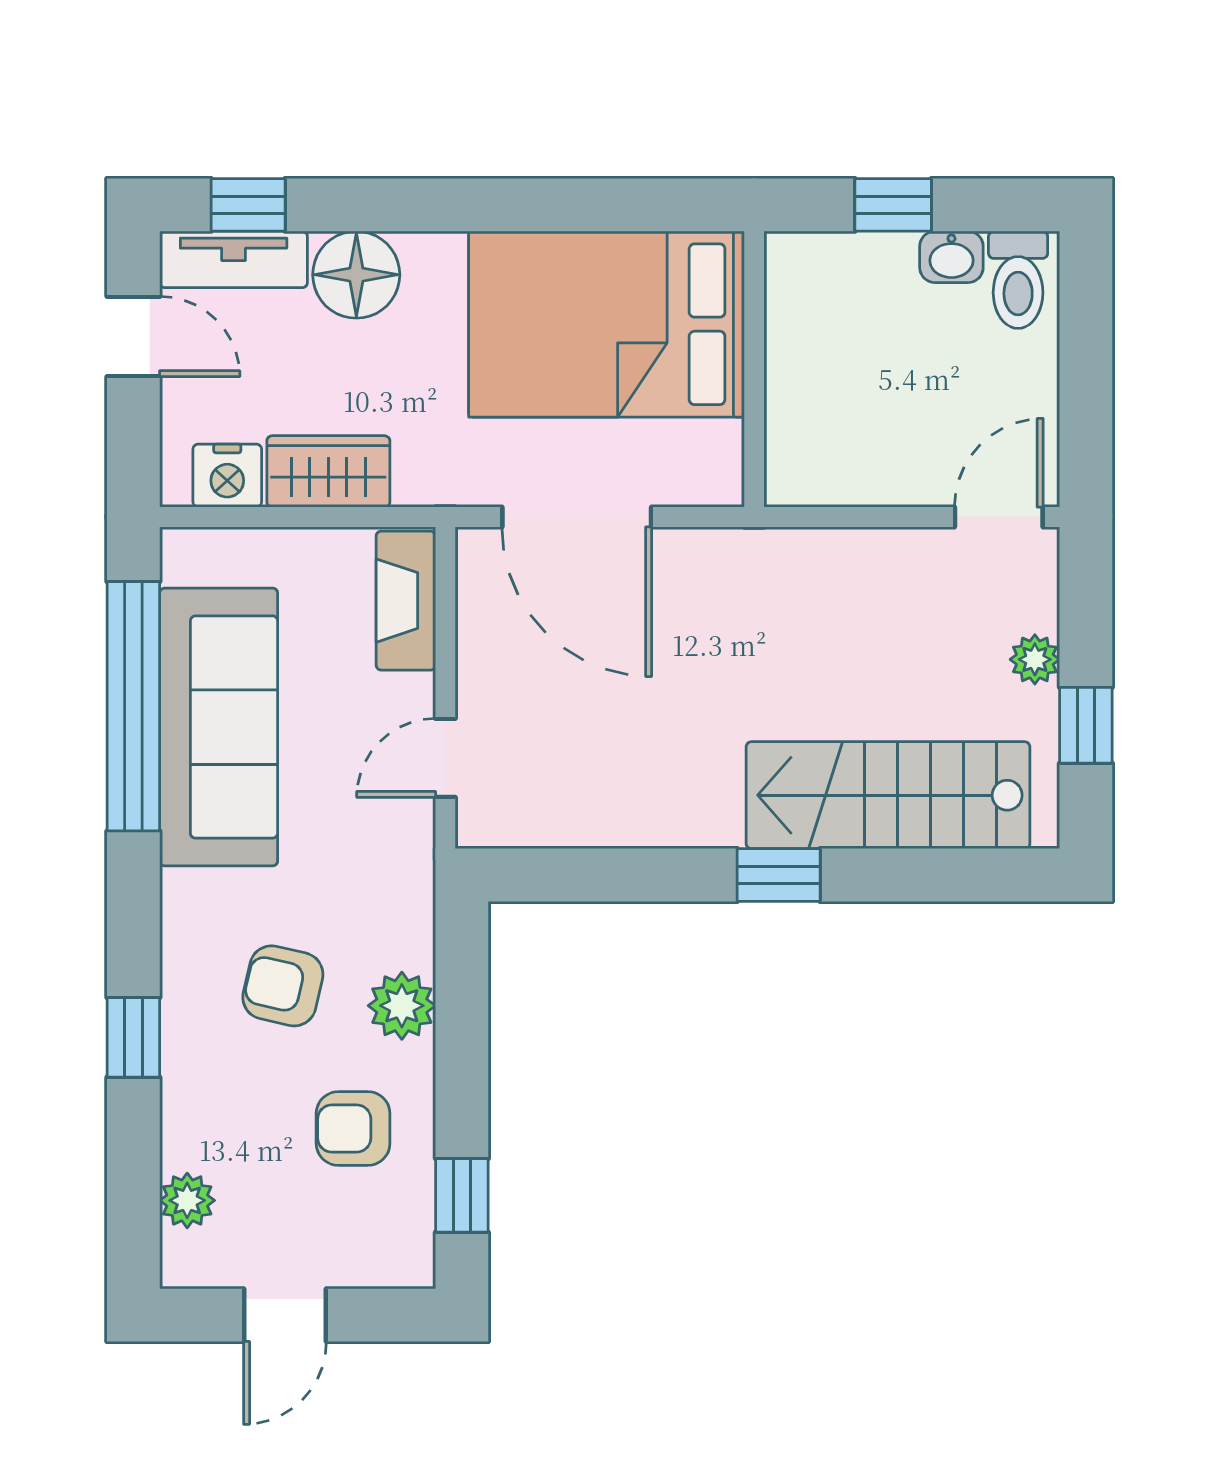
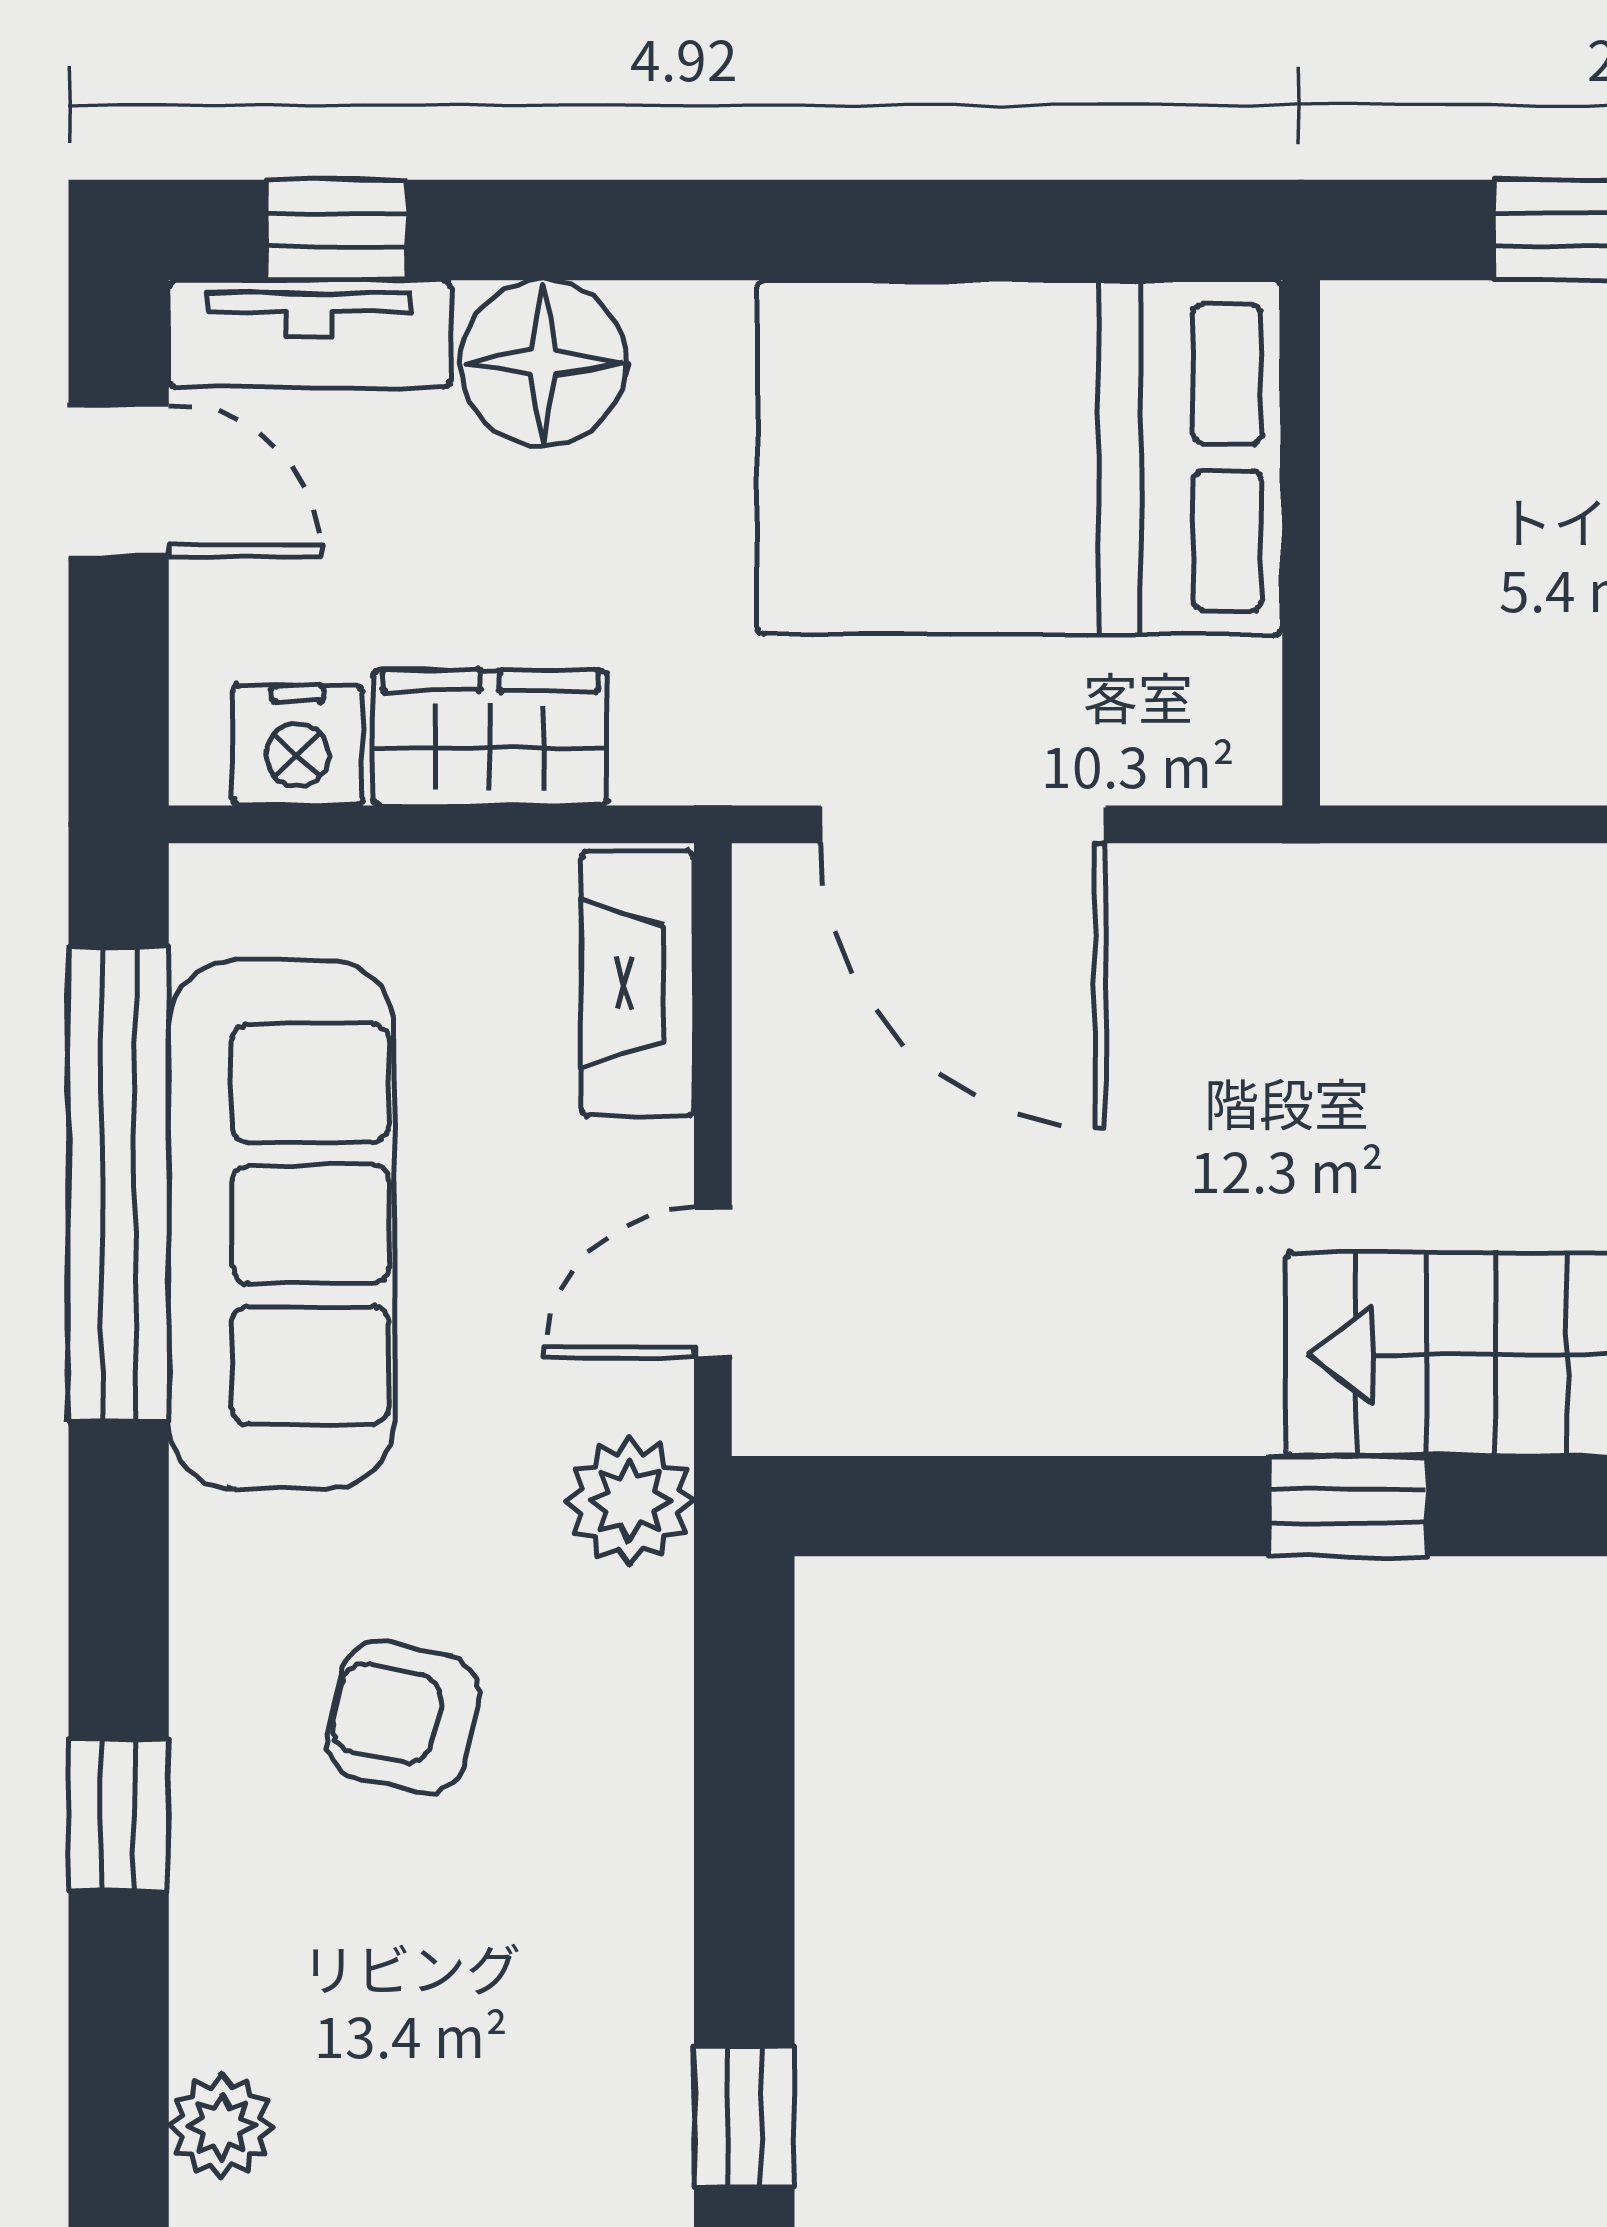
plant: (402, 1006) -> (630, 1501), moved
armchair: (353, 1128) -> (537, 1989), removed

